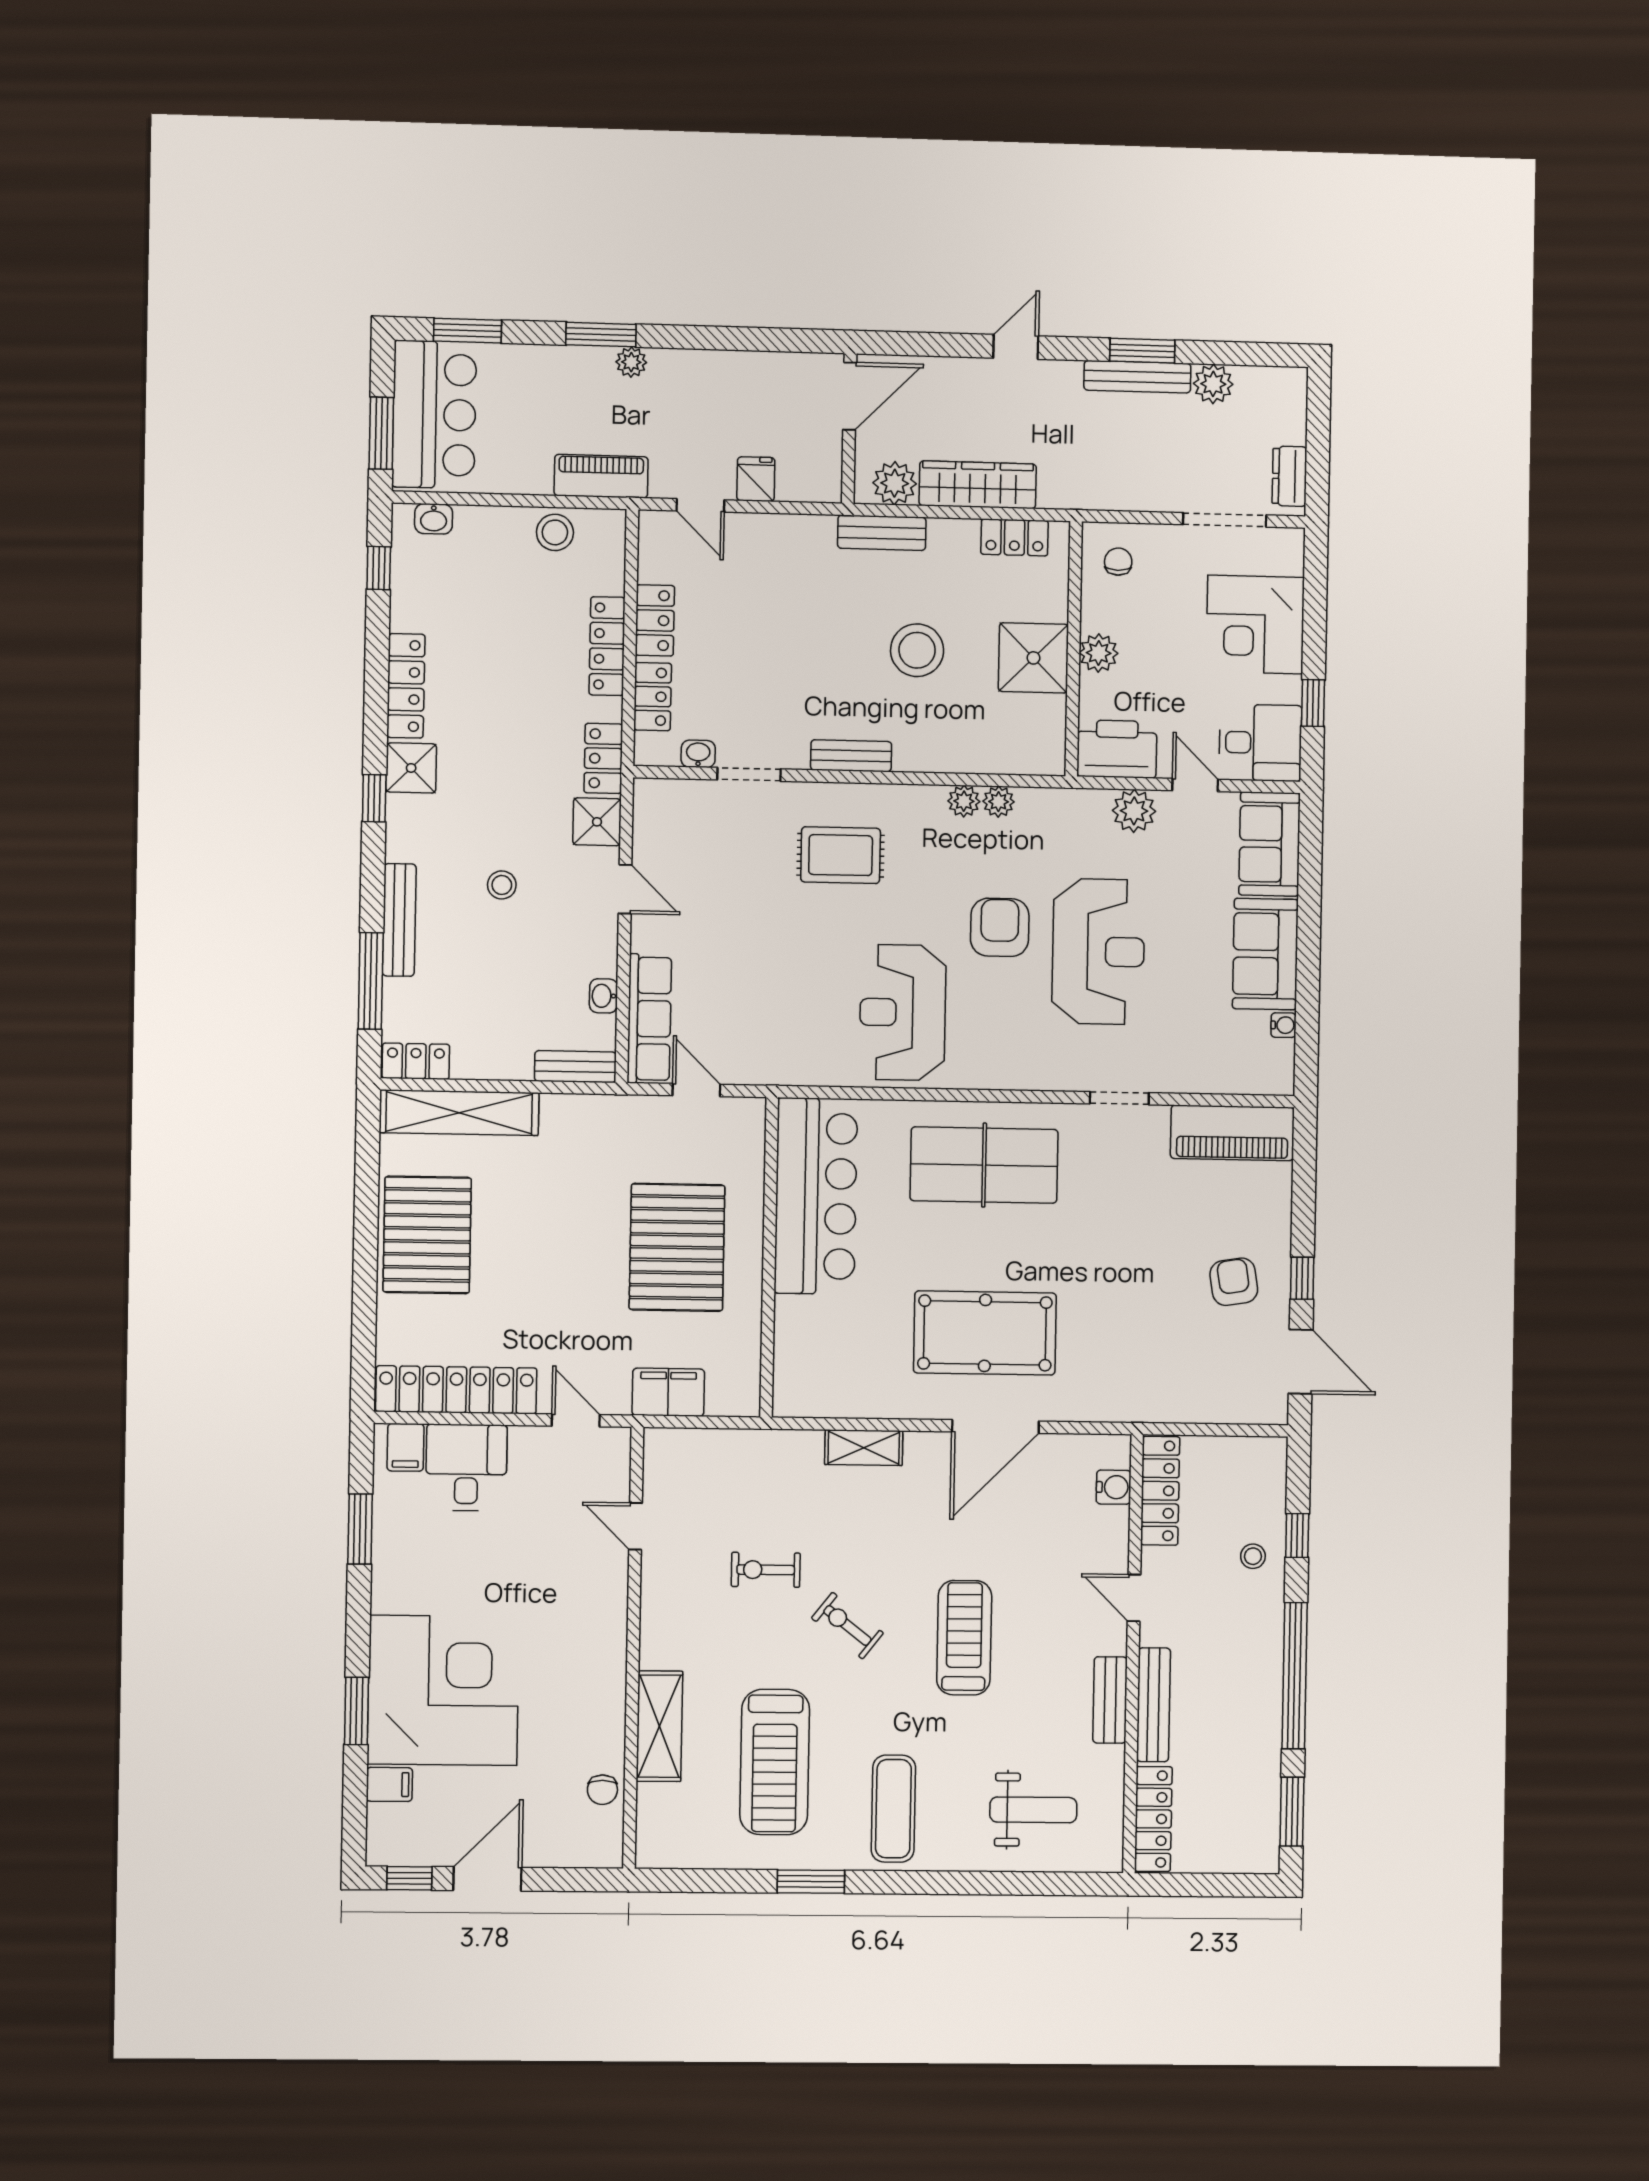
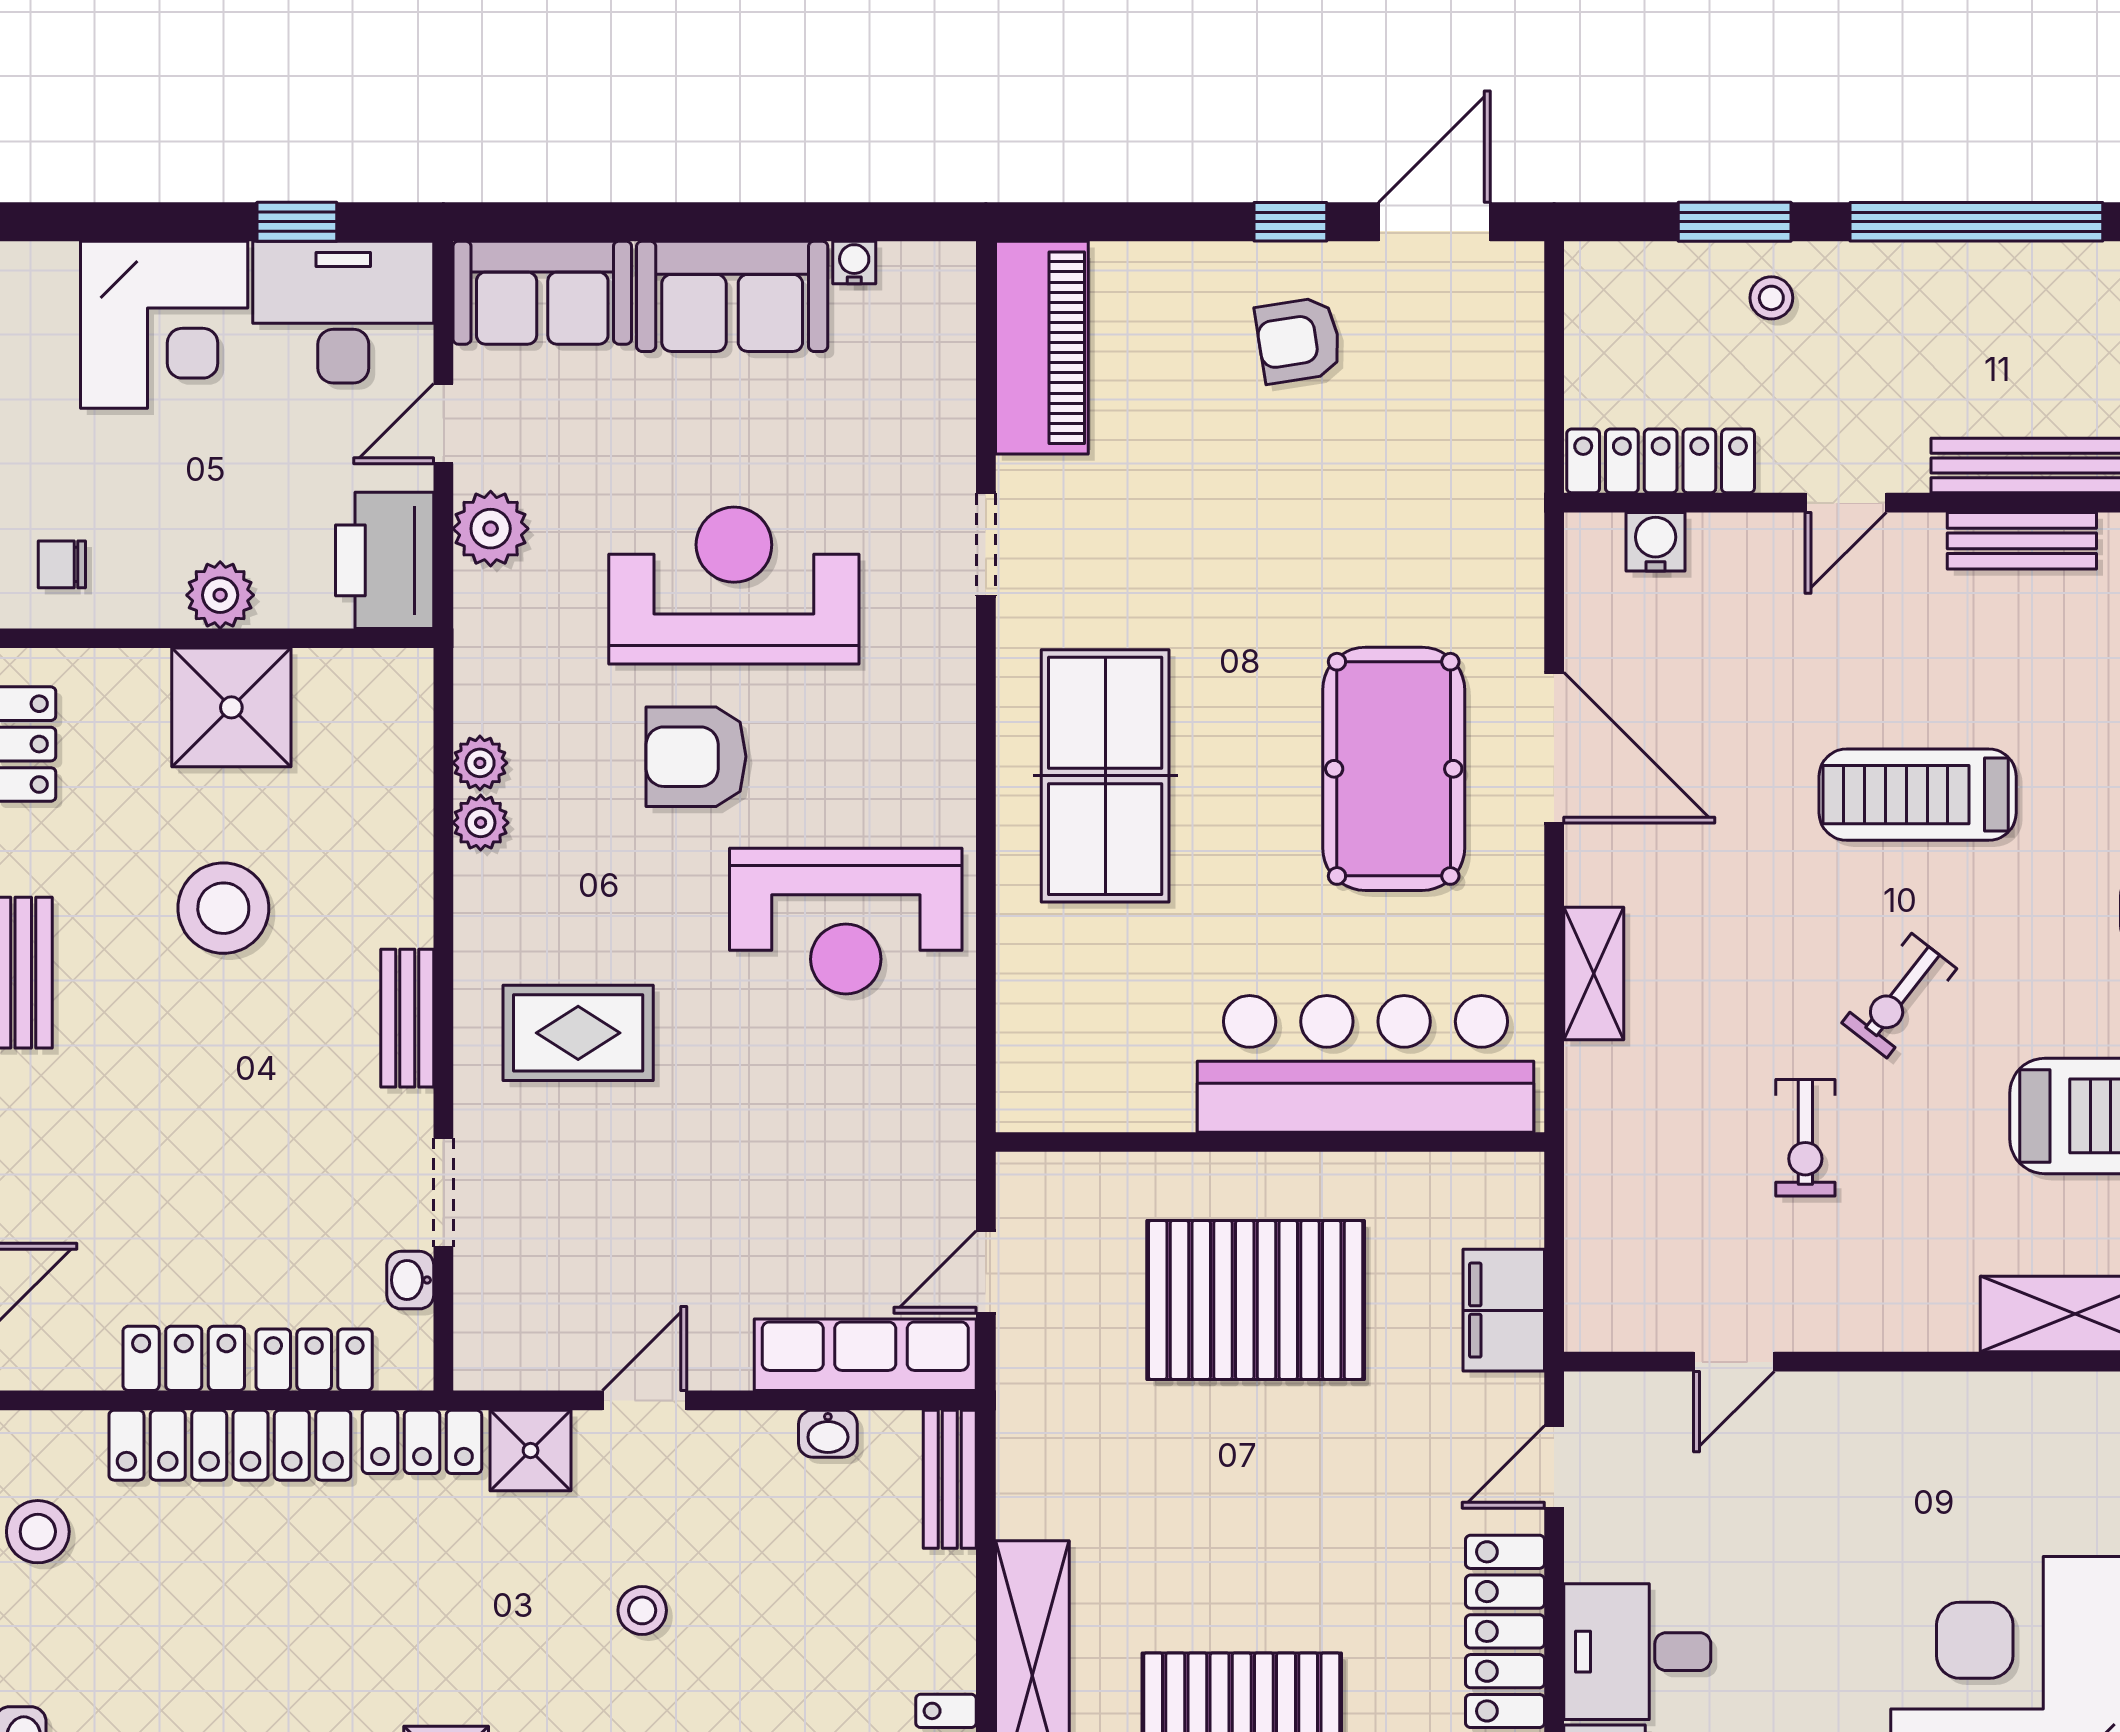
locker: (607, 646) -> (230, 1445), width x1.41, depth x1.21
desk: (1260, 743) -> (343, 312), width x1.37
rug: (841, 855) -> (578, 1033), turned 90
bar counter: (816, 1196) -> (1366, 1064), moved
window: (1297, 1536) -> (1735, 222), width x1.50

